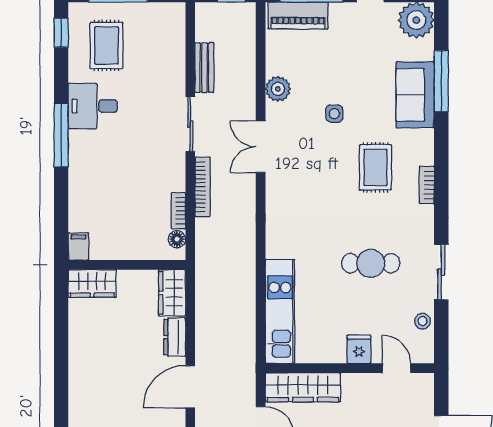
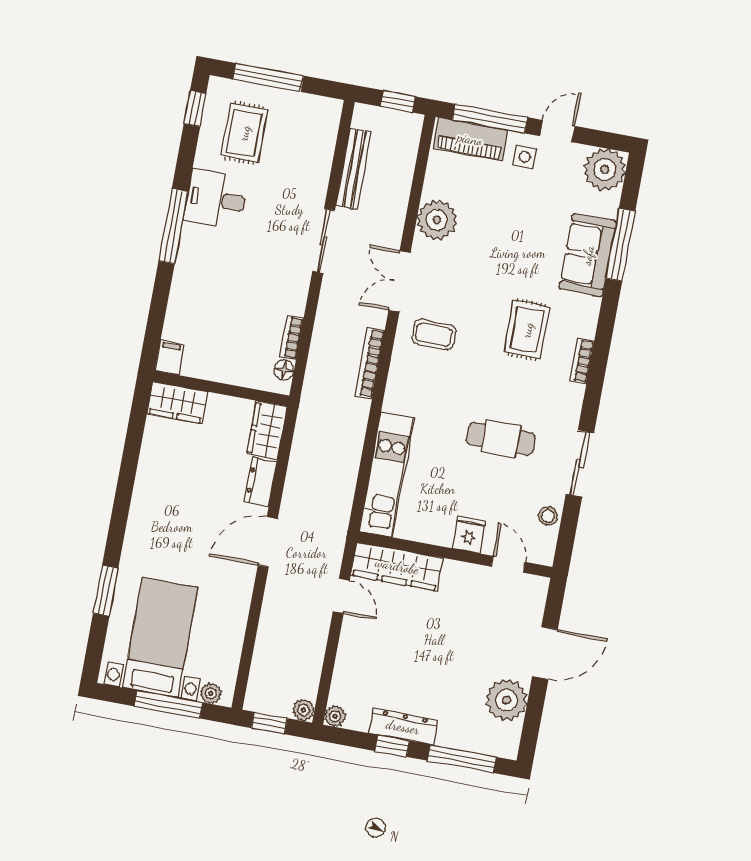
bench: (204, 68) -> (354, 169), width x1.36
plant: (278, 89) -> (437, 220), width x1.36, depth x1.36
side table: (334, 114) -> (525, 157), moved
coffee table: (298, 186) -> (434, 334), added
bookcase: (203, 187) -> (370, 363), moved, turned 180

